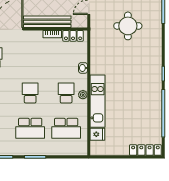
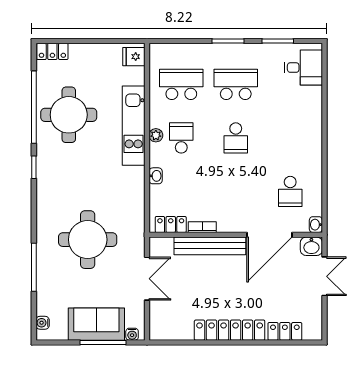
round table: (128, 26) -> (88, 240), width x1.36, depth x1.36
school desk: (66, 93) -> (181, 138), turned 180
round table: (140, 108) -> (69, 115), added
fridge: (97, 134) -> (134, 57), moved
locker: (145, 150) -> (52, 51), width x0.66

